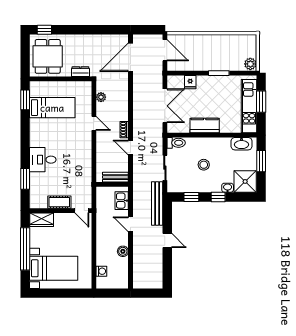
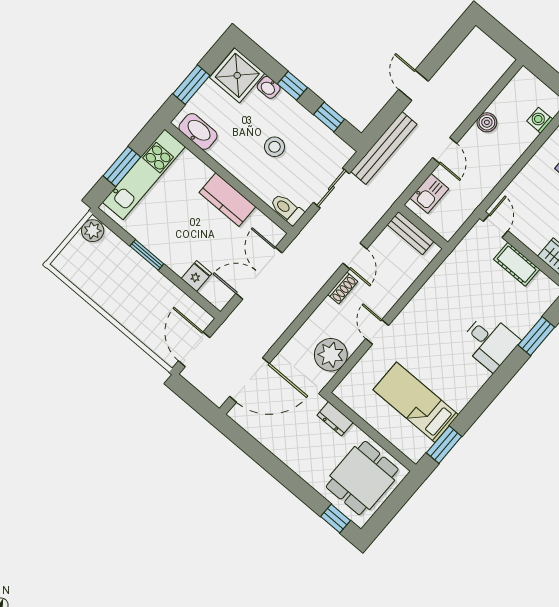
plant: (101, 97) -> (331, 355), width x1.87, depth x1.87

